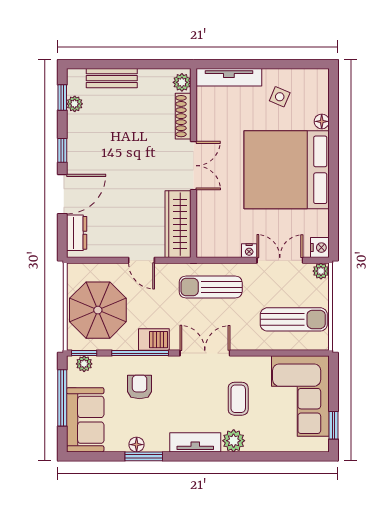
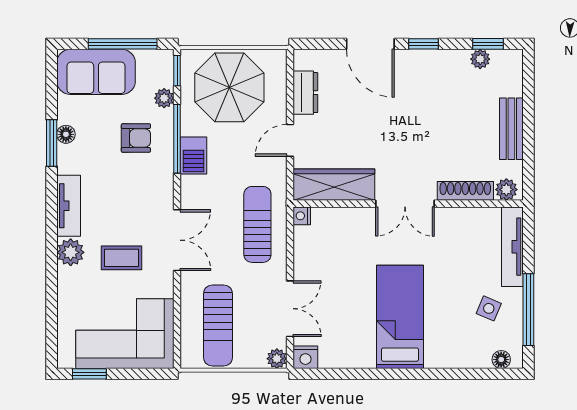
window: (281, 64) -> (528, 310), added
bench: (112, 78) -> (511, 129), moved
floor lamp: (322, 121) -> (501, 360), moved
bed: (287, 170) -> (400, 317), width x0.49
dresser: (77, 233) -> (305, 93), moved, turned -90
nightstand: (249, 251) -> (302, 216), moved
double door: (205, 353) -> (177, 240), moved
plant: (84, 364) -> (164, 98), moved

